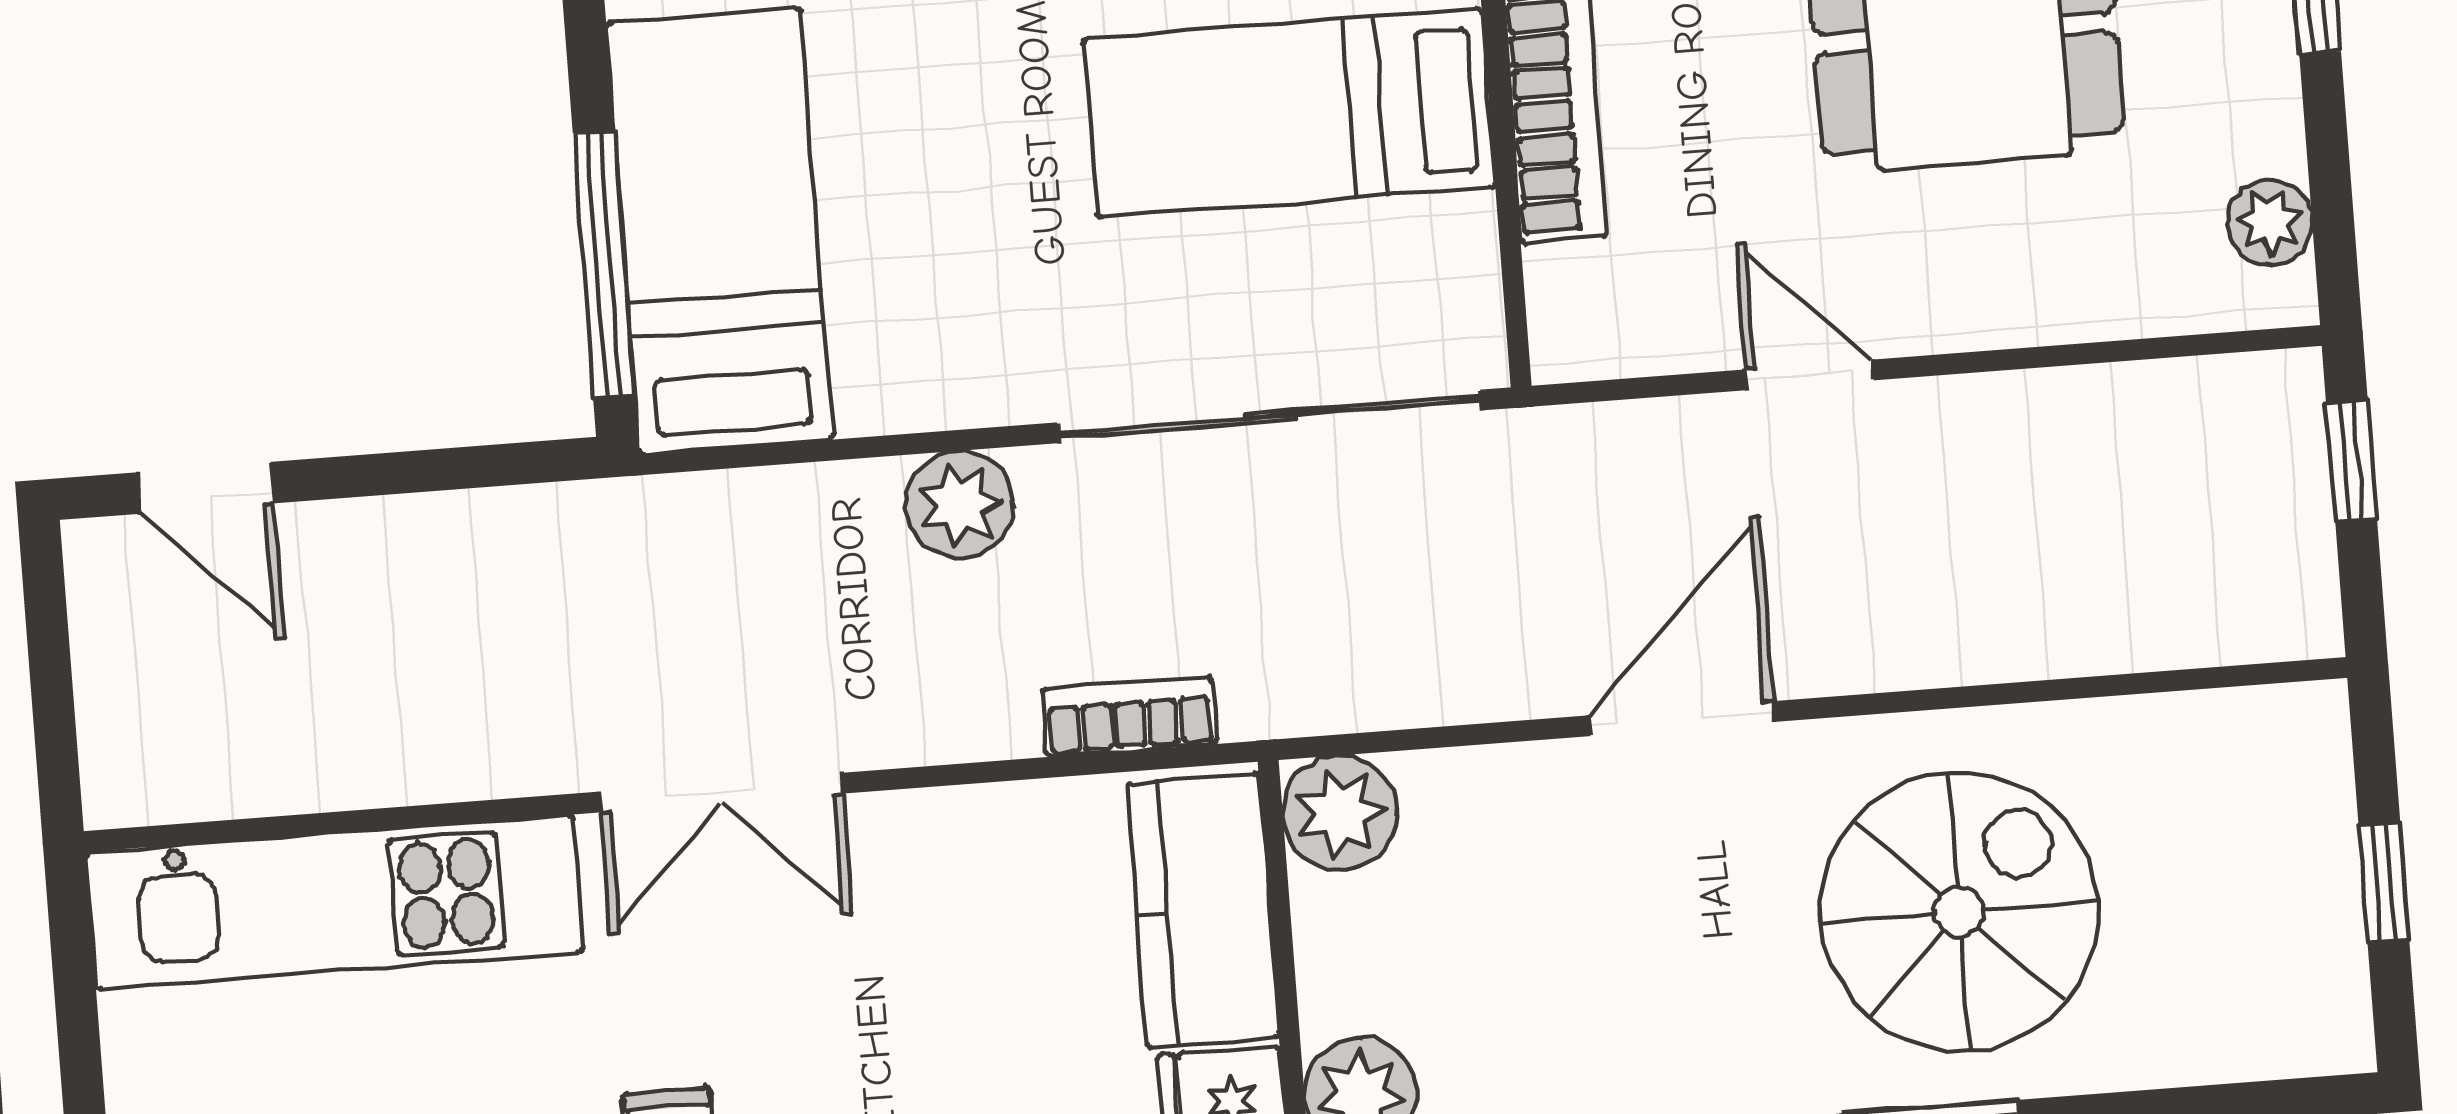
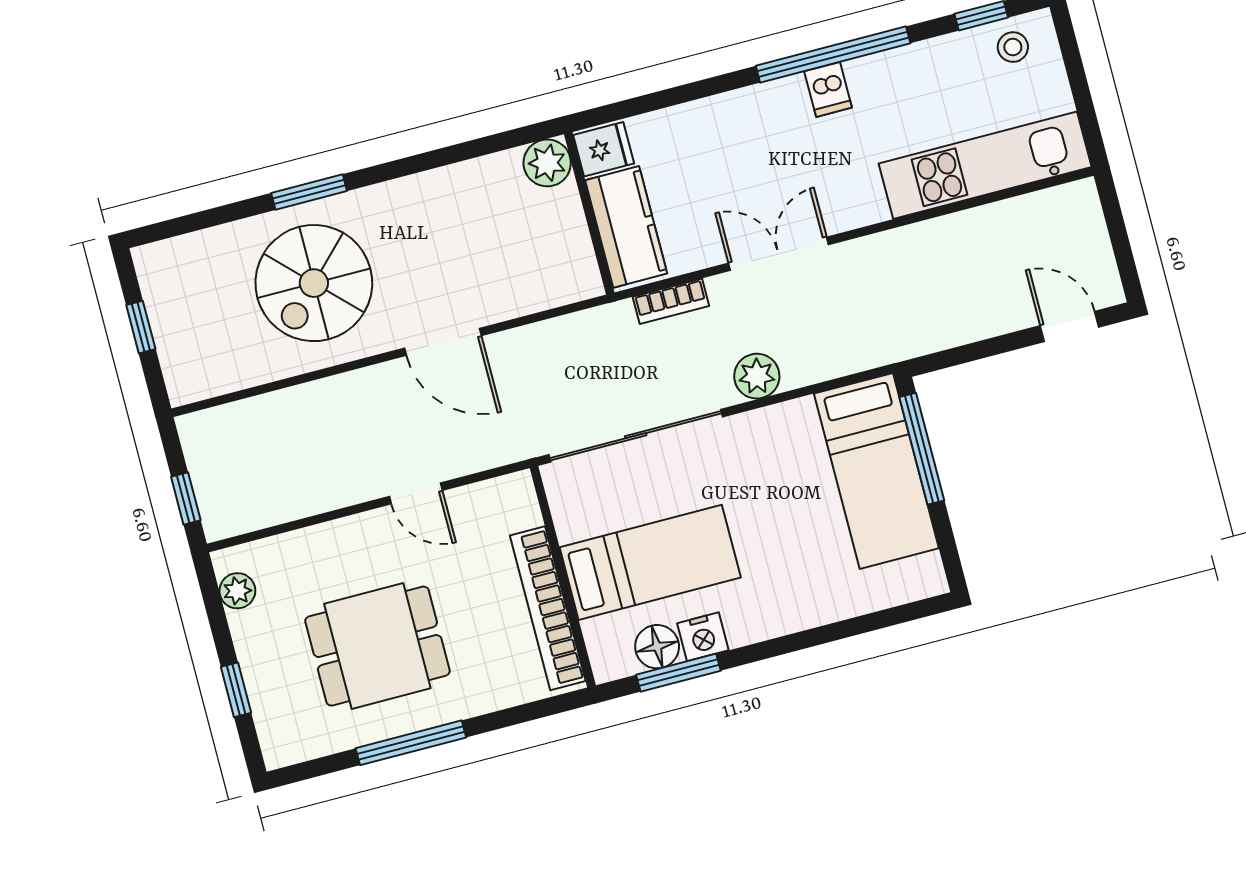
door: (1682, 719) -> (443, 342), hinge flipped
double door: (721, 793) -> (778, 254), moved
plant: (1340, 813) -> (577, 277), removed

